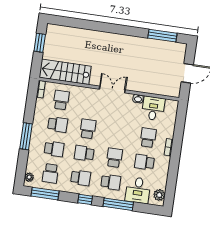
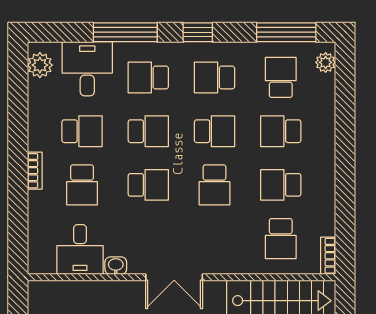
school desk: (118, 133) -> (148, 185), added
window: (26, 136) -> (345, 150), removed
school desk: (114, 158) -> (148, 131), turned -90

